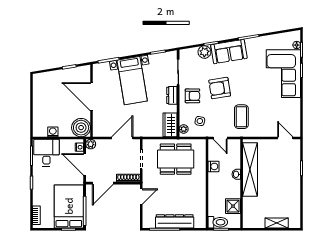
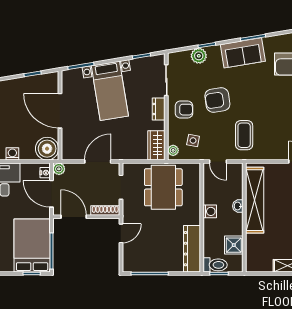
sofa: (229, 52) -> (243, 53), moved
dining table: (176, 159) -> (163, 187), turned 90
washing machine: (213, 166) -> (210, 211), moved
door: (103, 183) -> (74, 217), swing flipped
dresser: (175, 221) -> (192, 249), moved, turned -90

